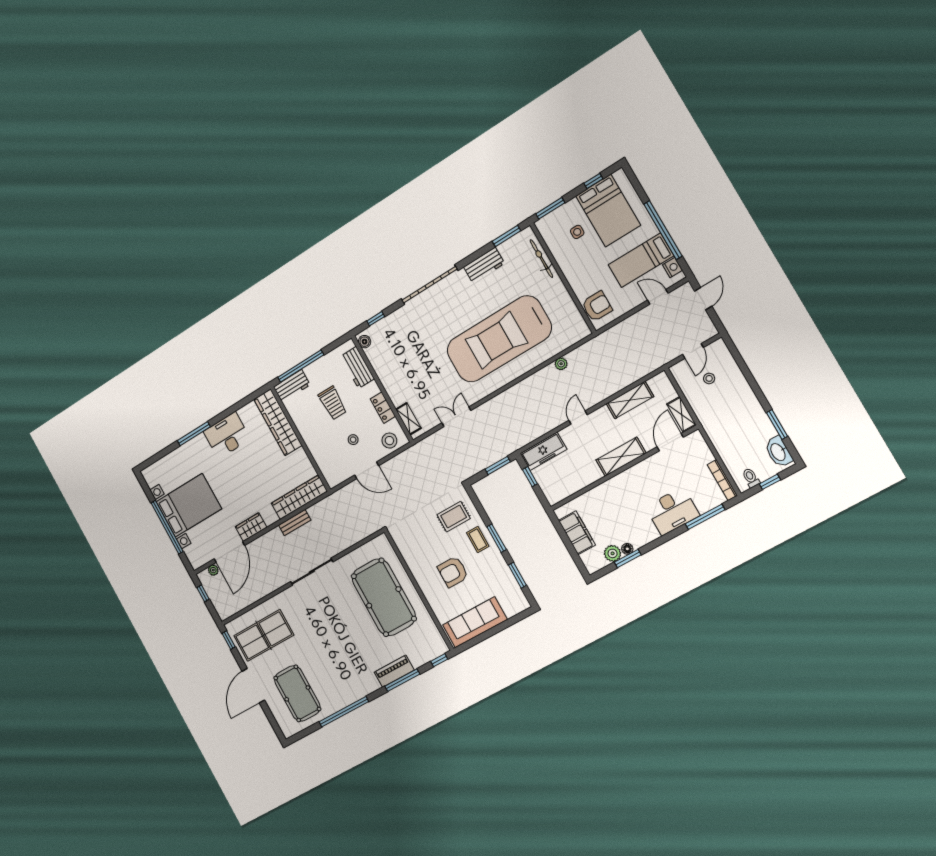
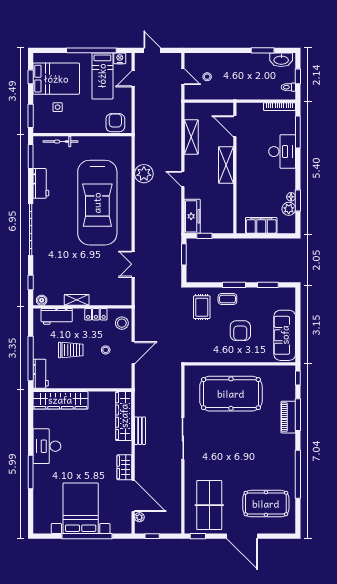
plant: (561, 364) -> (144, 174), width x1.87, depth x1.87
shelving: (682, 414) -> (221, 108), removed
shelving: (408, 419) -> (77, 300), moved

